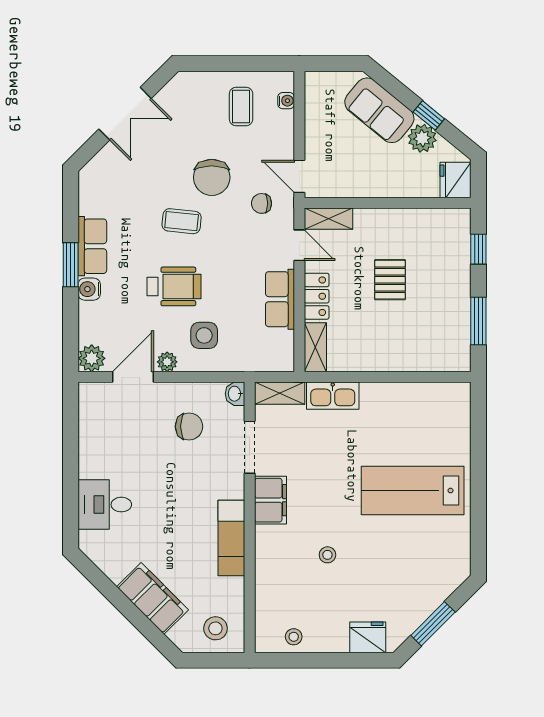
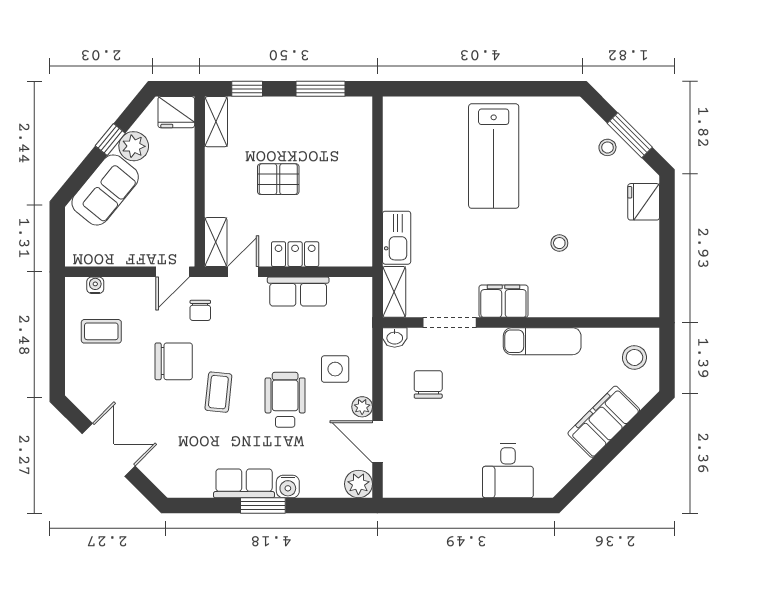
shelving: (315, 347) -> (216, 122), moved, turned 90
stool: (294, 637) -> (607, 147), moved

